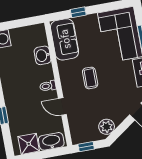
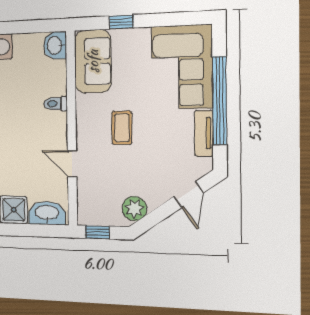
washbasin: (43, 55) -> (55, 45), moved
toilet: (48, 86) -> (55, 104), moved

